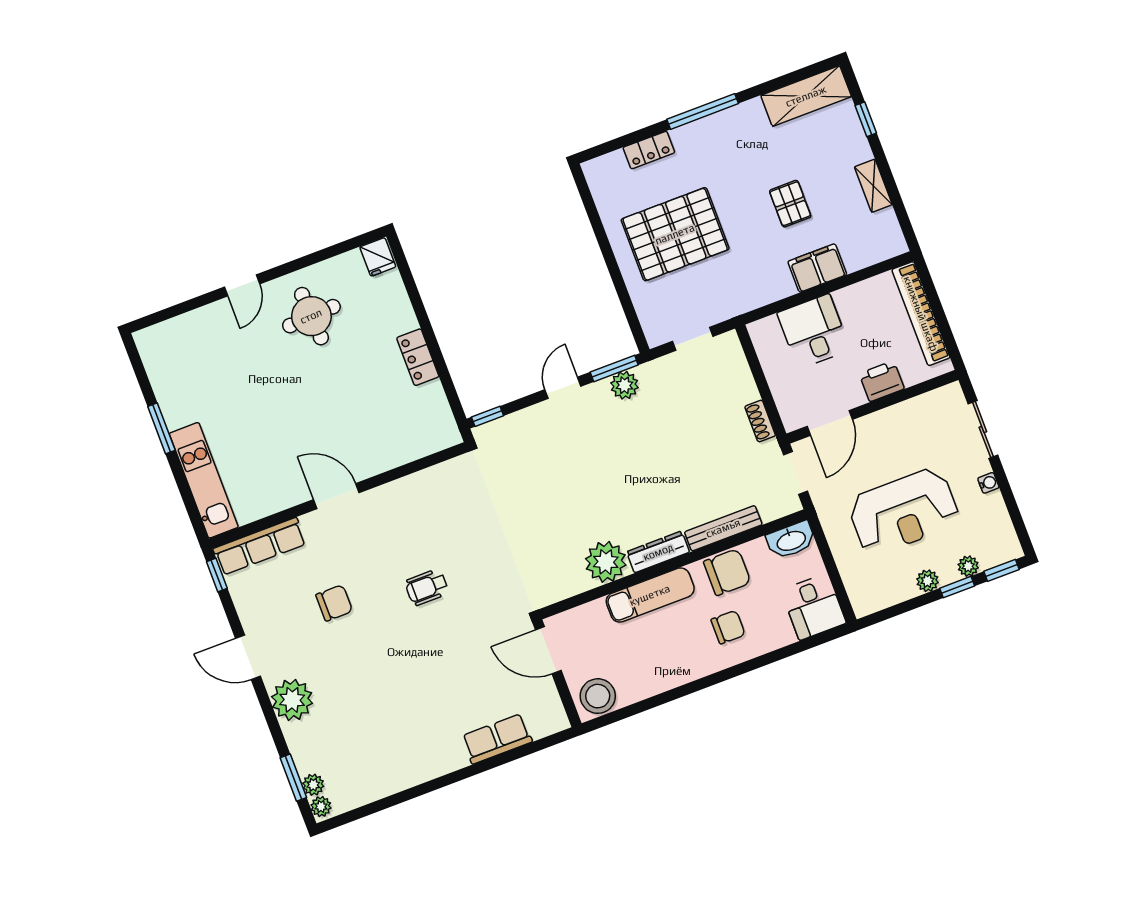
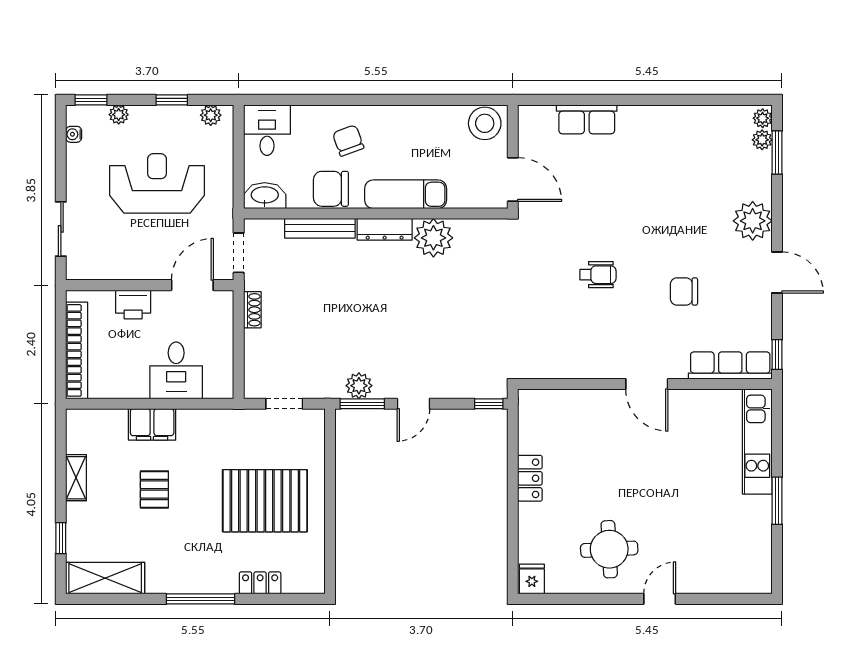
water cooler: (988, 483) -> (74, 134), moved
plant: (927, 581) -> (211, 115), moved
window: (957, 587) -> (172, 100), moved
chair: (728, 627) -> (348, 141), turned 70

